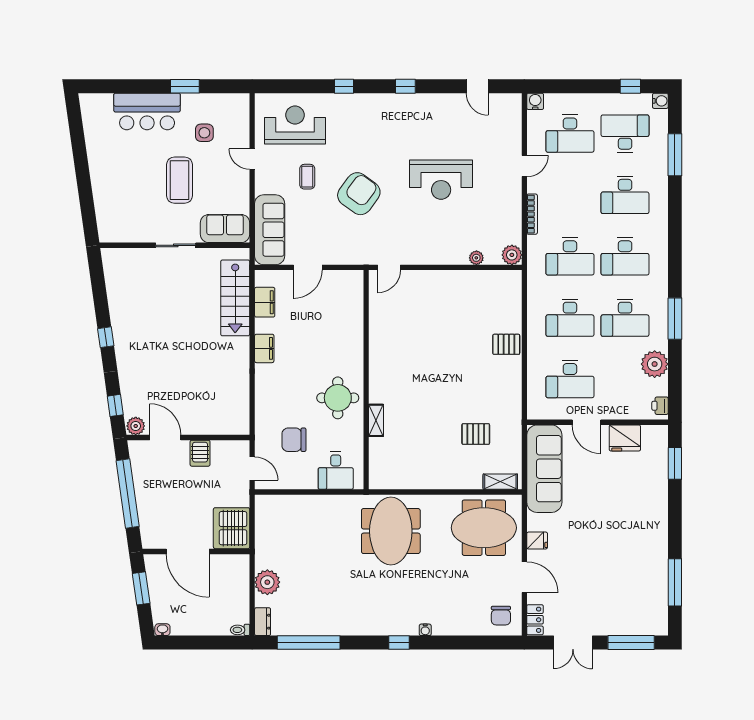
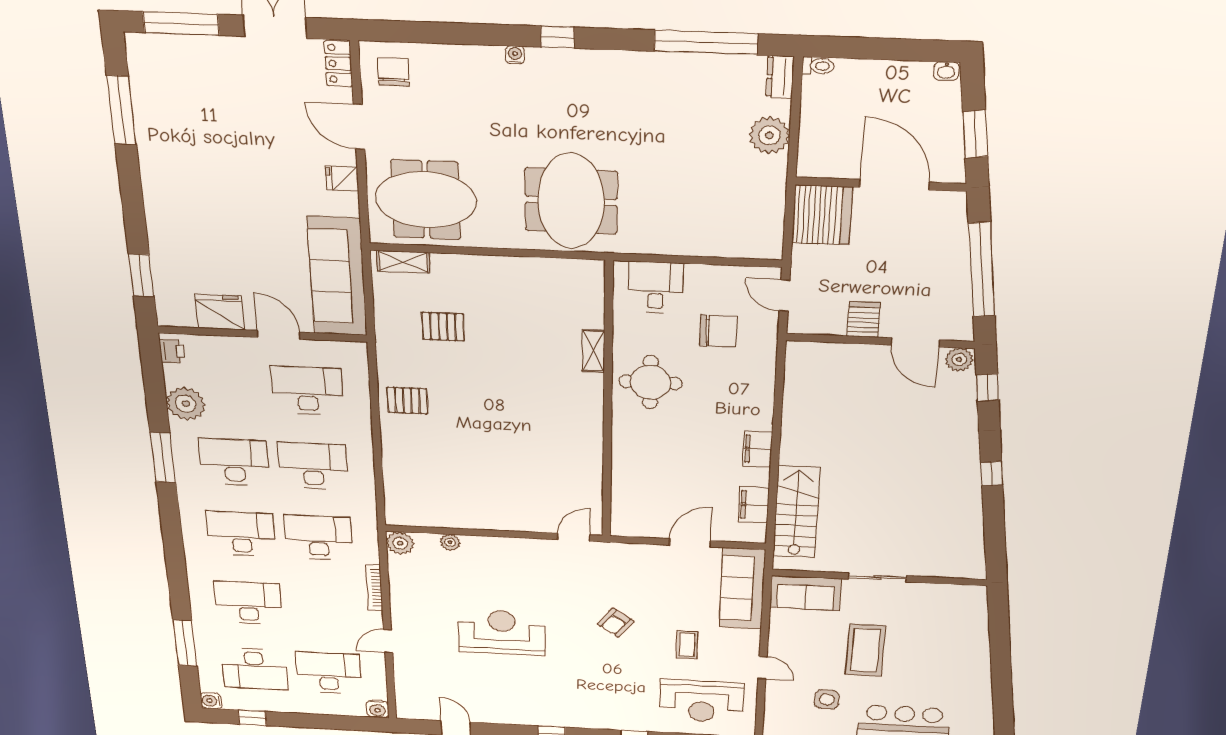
armchair: (359, 194) -> (616, 623), width x0.53, depth x0.53
pallet: (506, 344) -> (407, 401), moved

